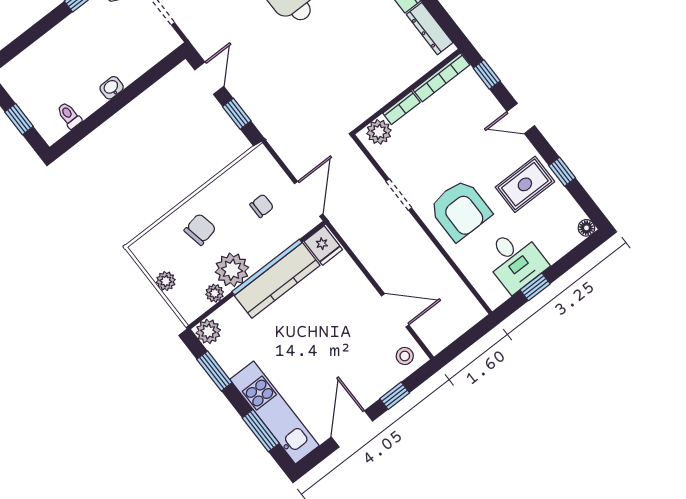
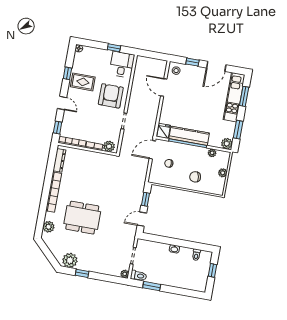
desk: (515, 260) -> (122, 65), moved
plant: (232, 270) -> (199, 154), removed

